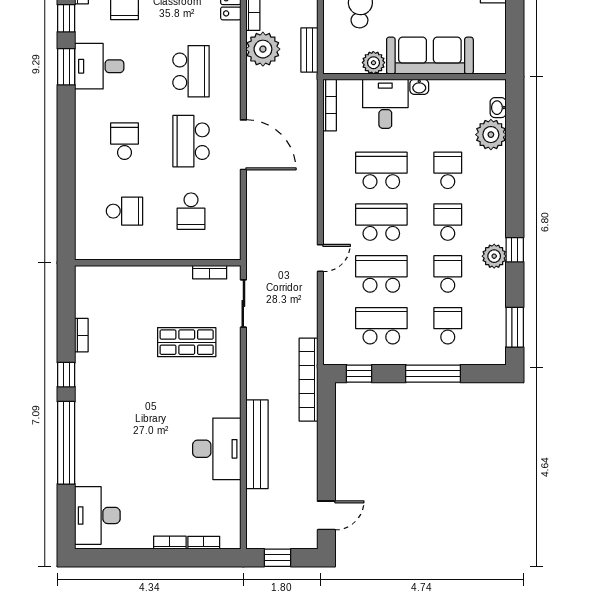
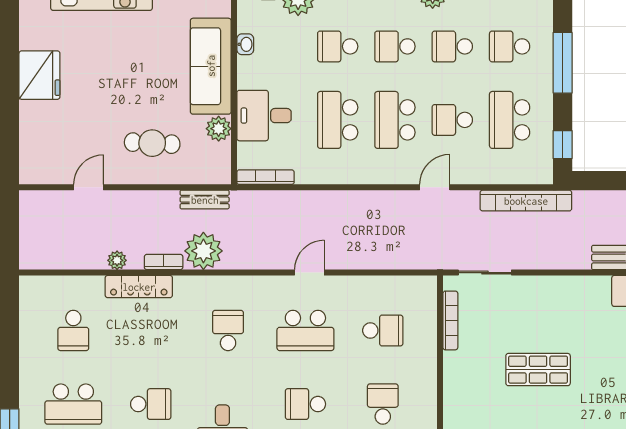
school desk: (191, 71) -> (228, 330), width x0.54
washbasin: (419, 87) -> (245, 44), moved
door: (243, 145) -> (309, 273), width x0.53
door: (320, 258) -> (435, 187), hinge flipped
bookcase: (210, 272) -> (450, 320), width x1.56
school desk: (381, 274) -> (452, 120), width x0.54
shop shelf: (187, 342) -> (538, 370), moved, turned 90
bookcase: (308, 380) -> (526, 201), moved

